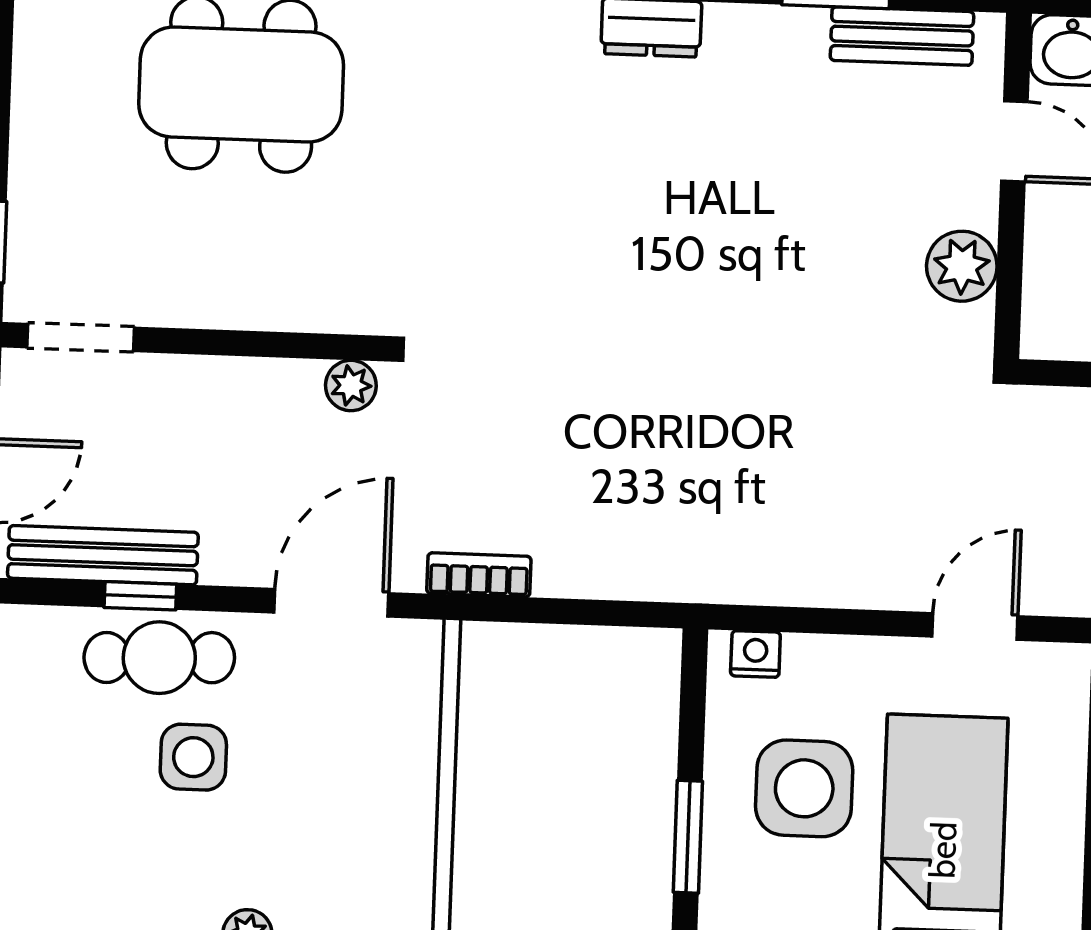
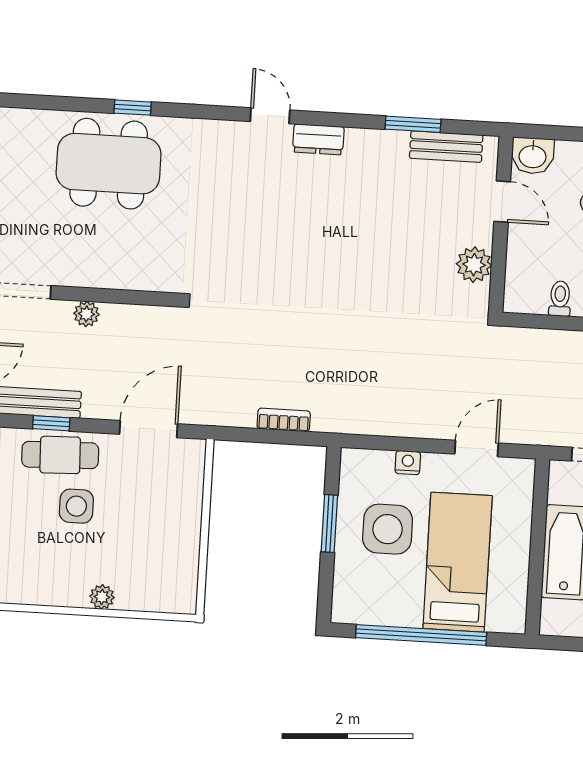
plant: (351, 386) -> (86, 314), moved
bookcase: (479, 575) -> (284, 420), moved
nightstand: (755, 654) -> (408, 463), moved
window: (688, 837) -> (329, 523), moved

